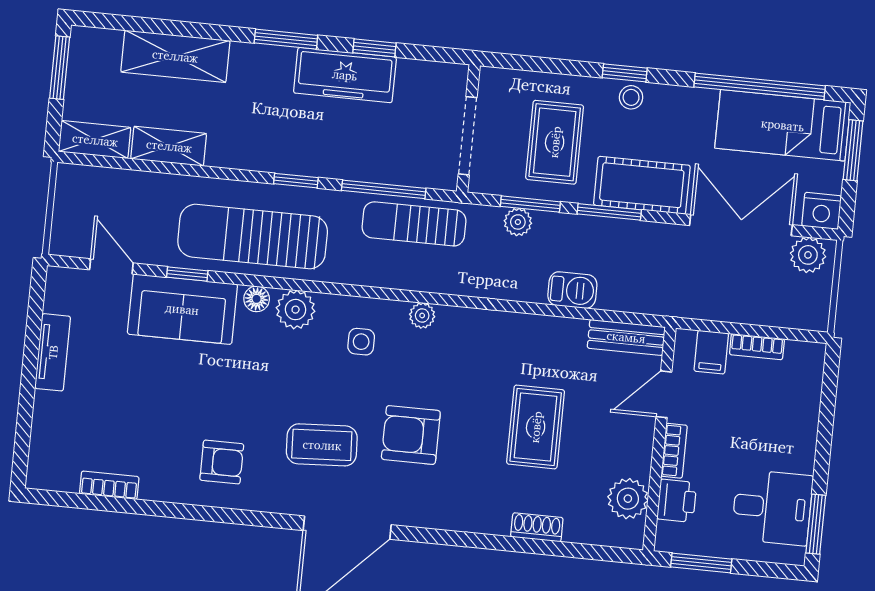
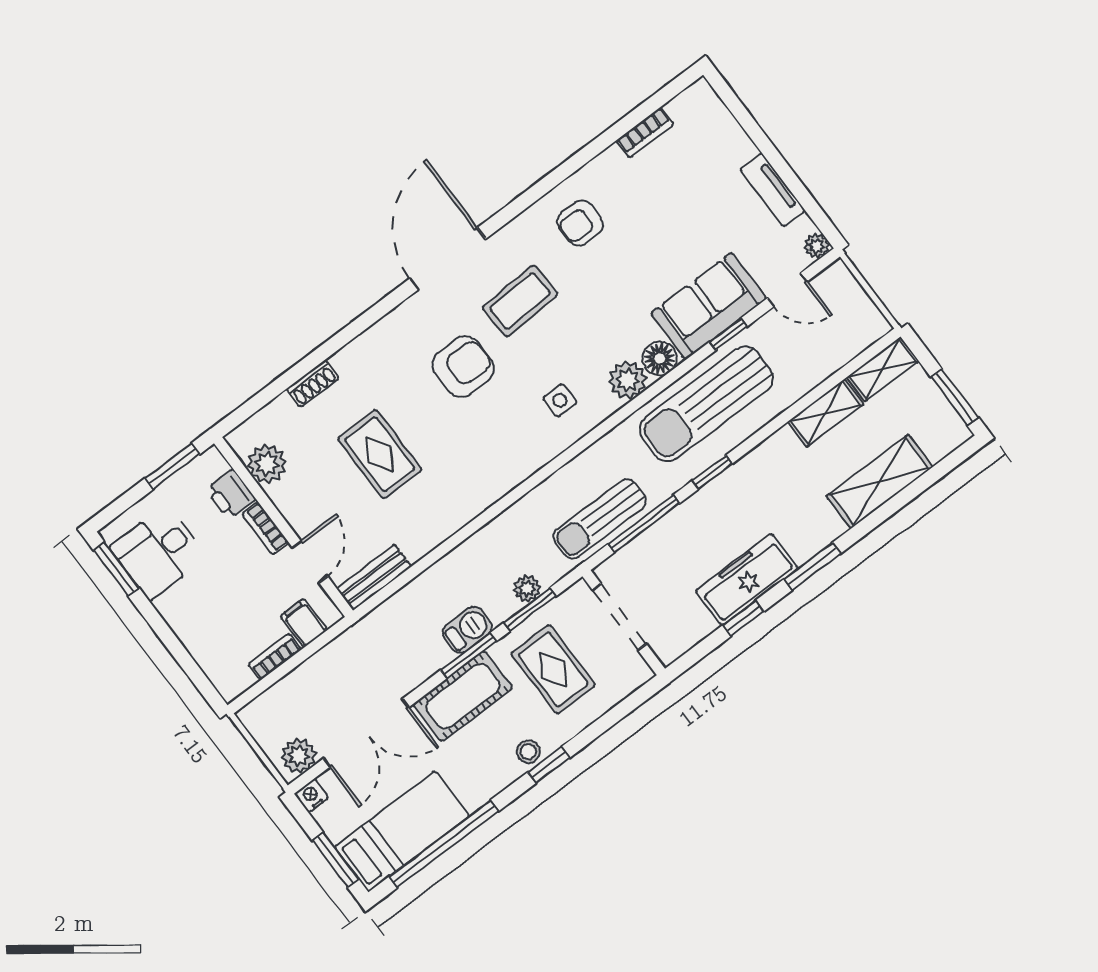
nightstand: (822, 211) -> (311, 796), width x0.72, depth x0.74
sun lounger: (414, 224) -> (600, 519), turned 180
sun lounger: (253, 236) -> (706, 404), turned 180
barbecue: (572, 290) -> (467, 630), moved, turned 180
floor lamp: (257, 299) -> (660, 358), width x1.37, depth x1.37
plant: (422, 315) -> (817, 246), moved

